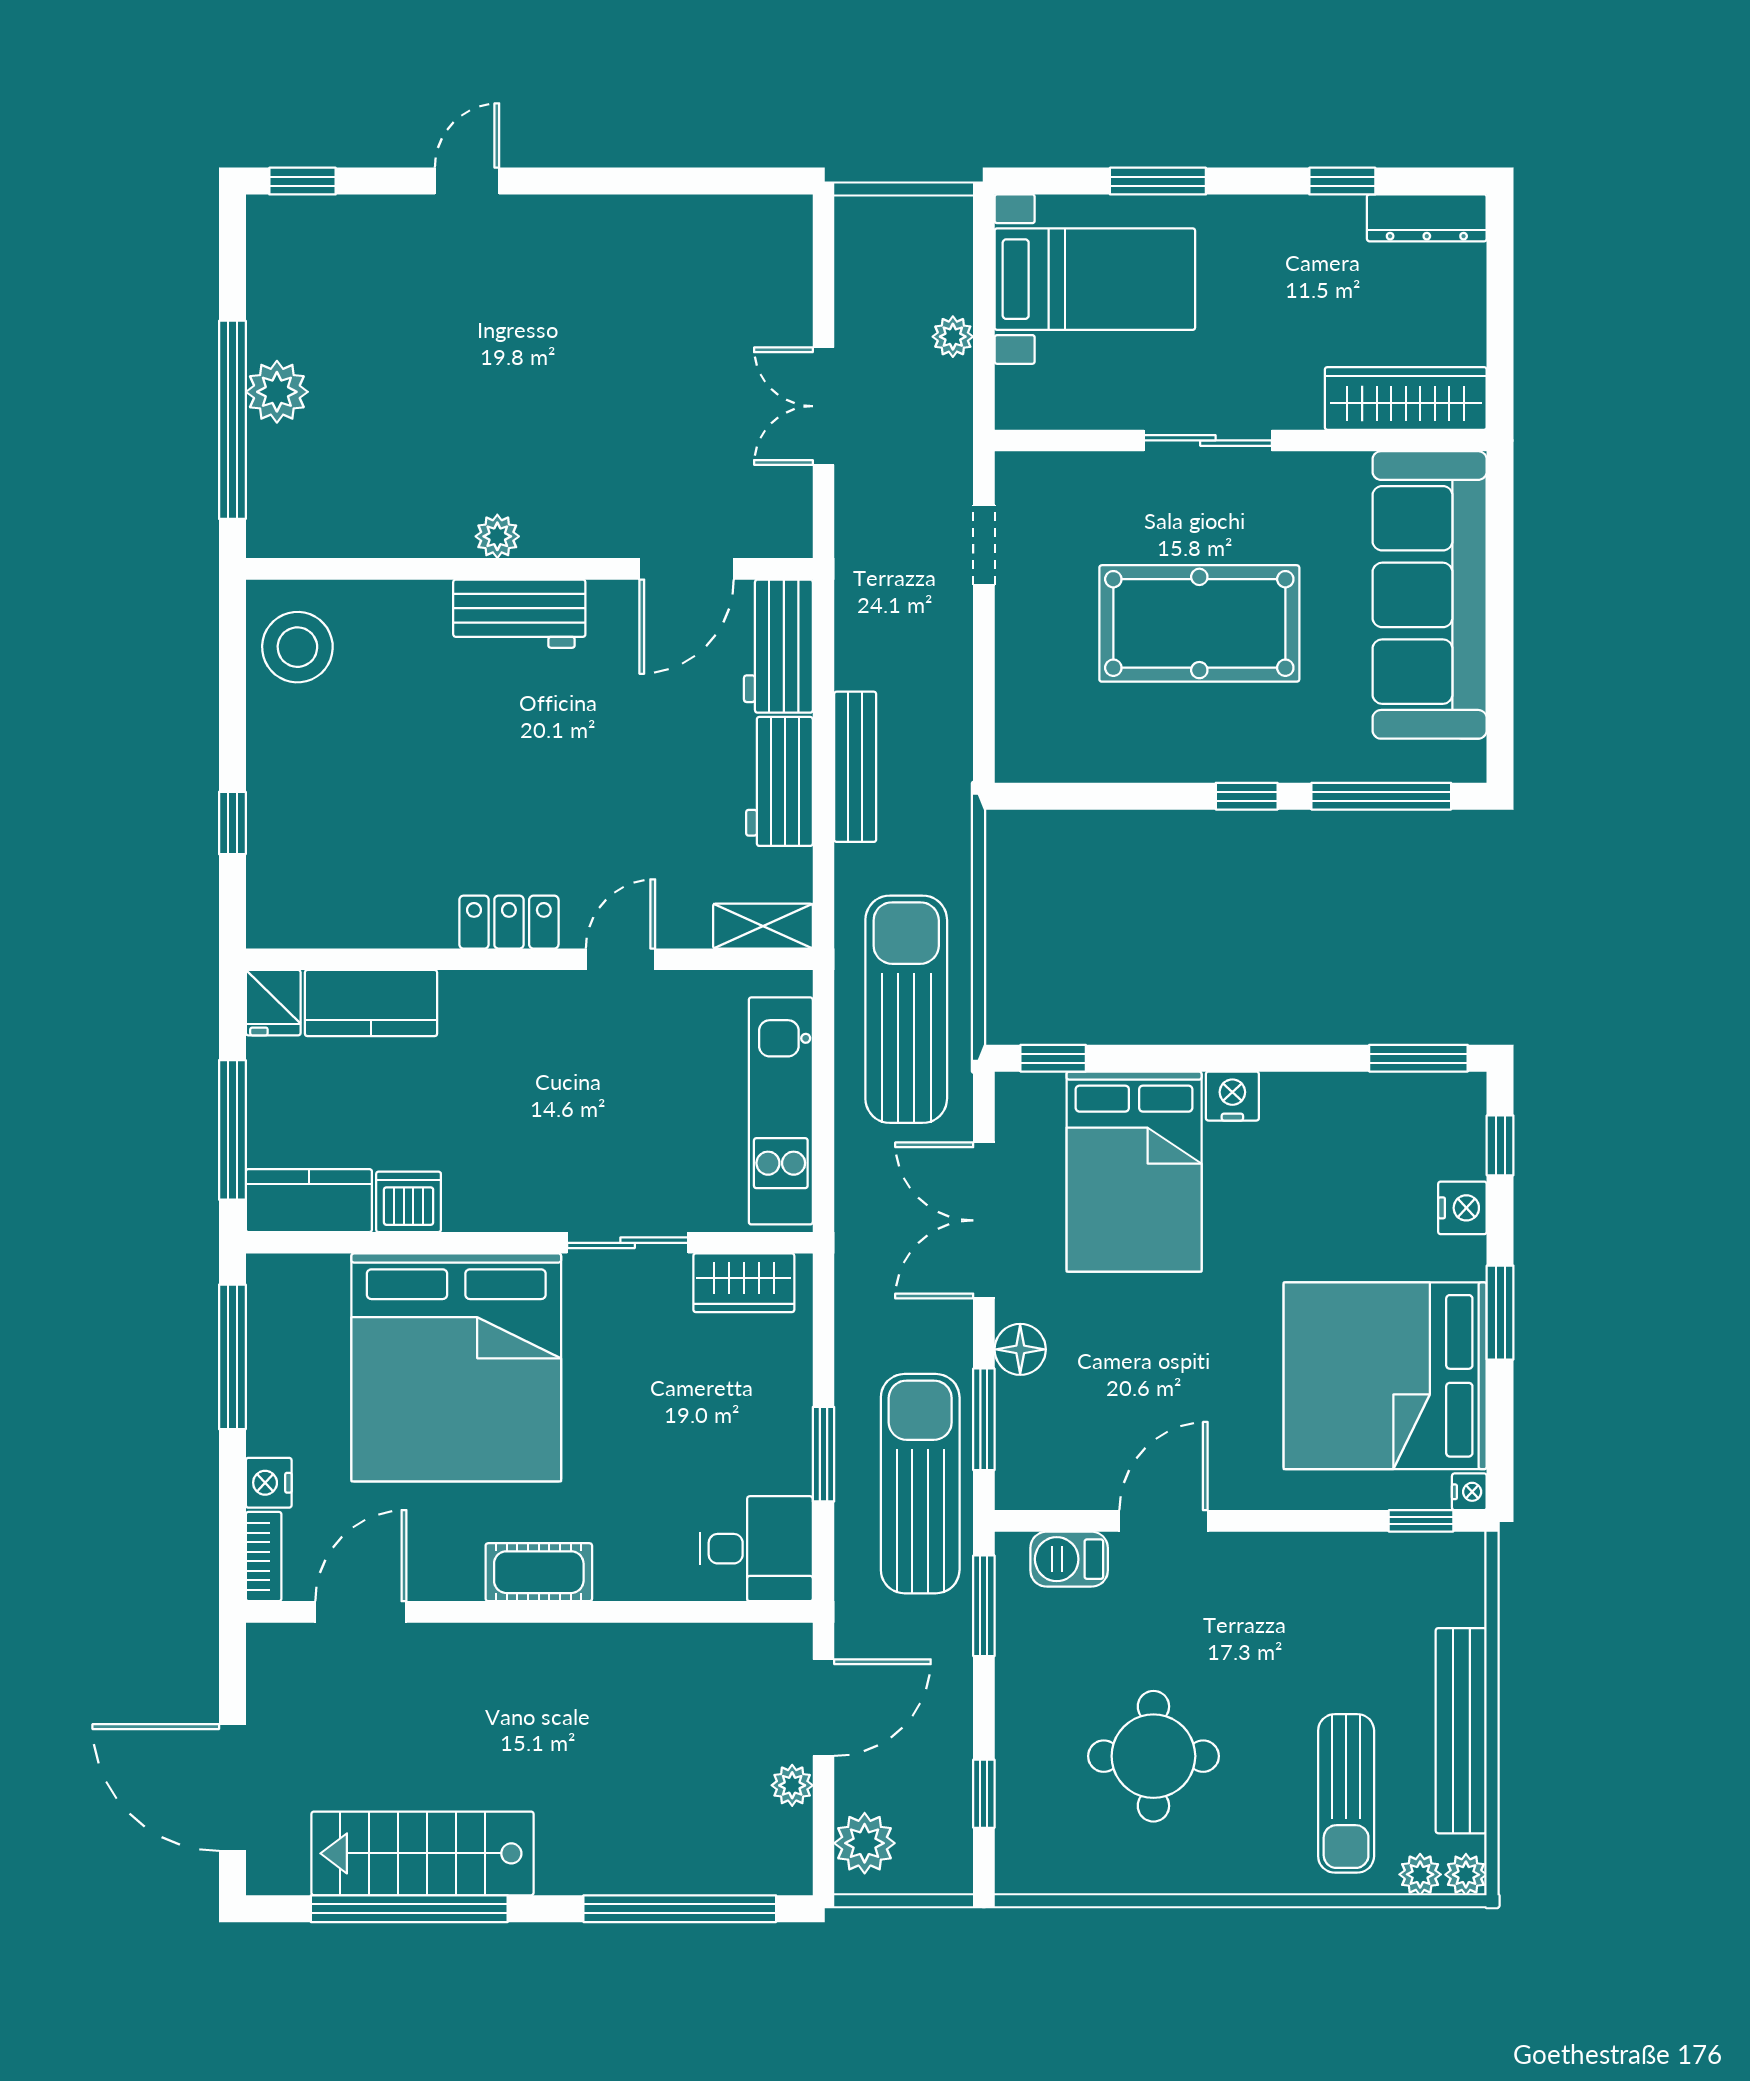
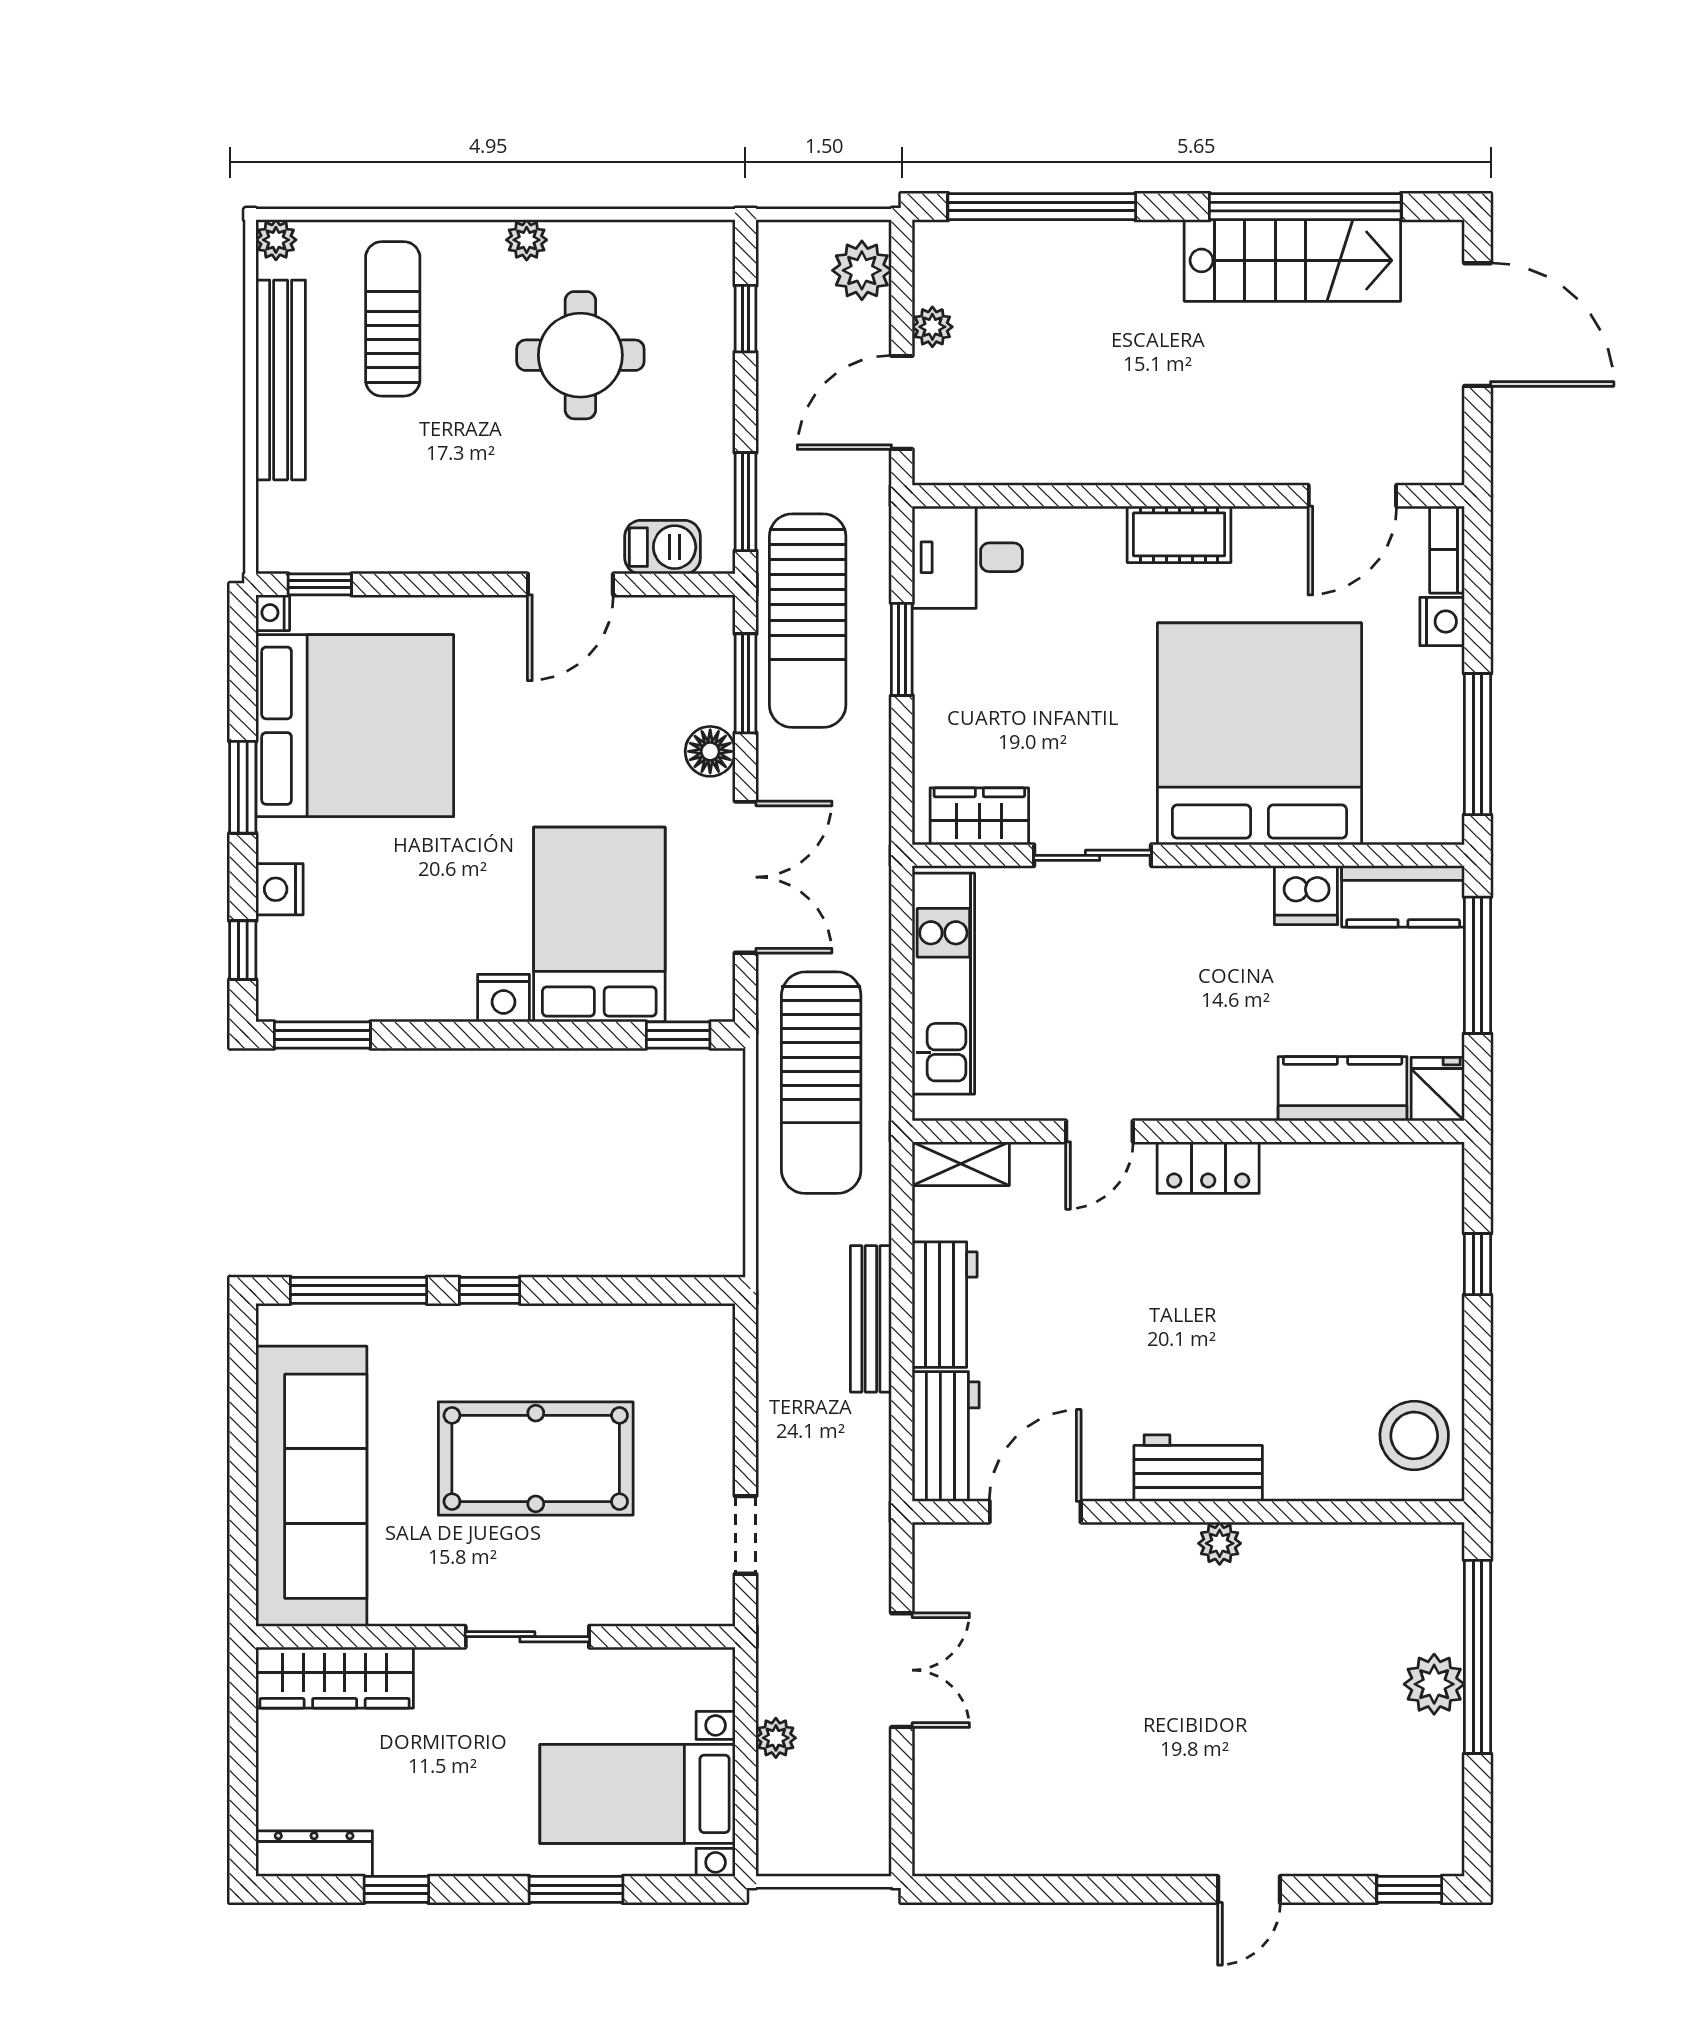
plant: (1420, 1874) -> (527, 240), moved

